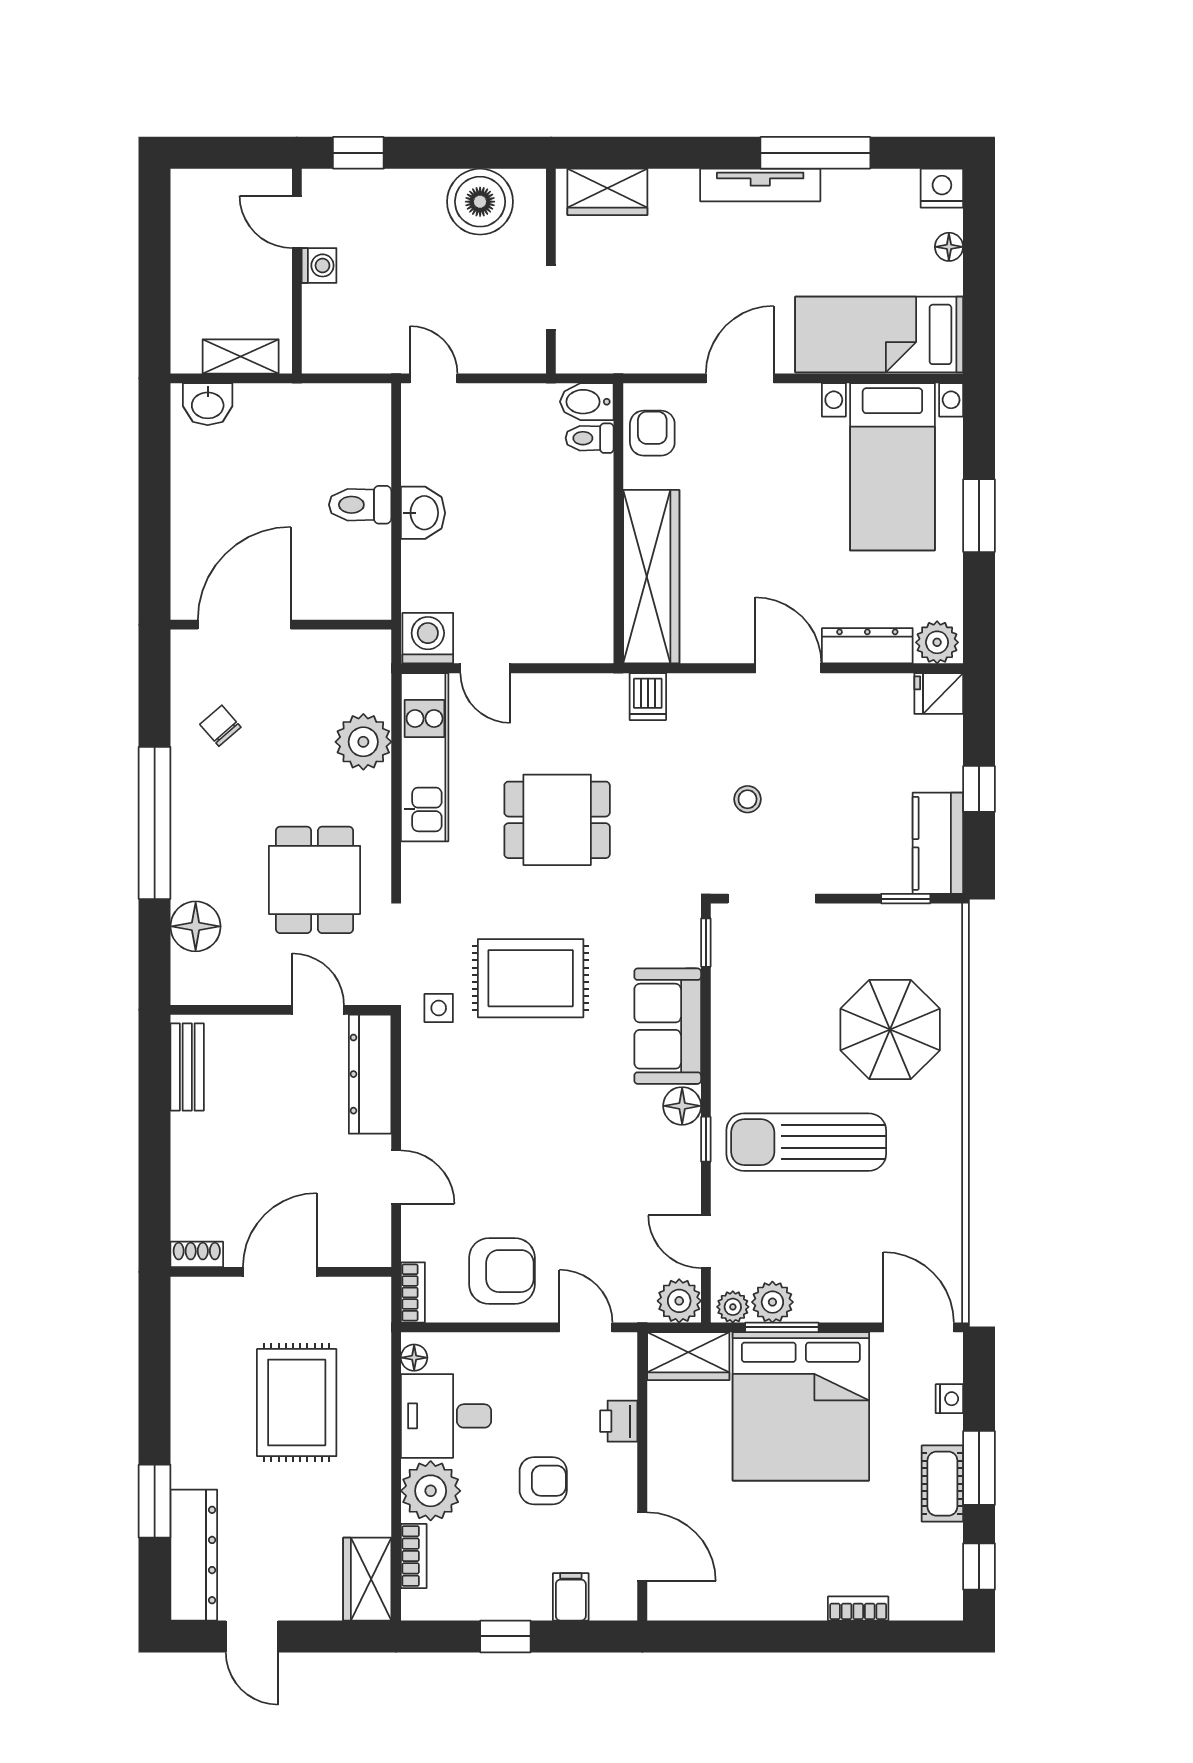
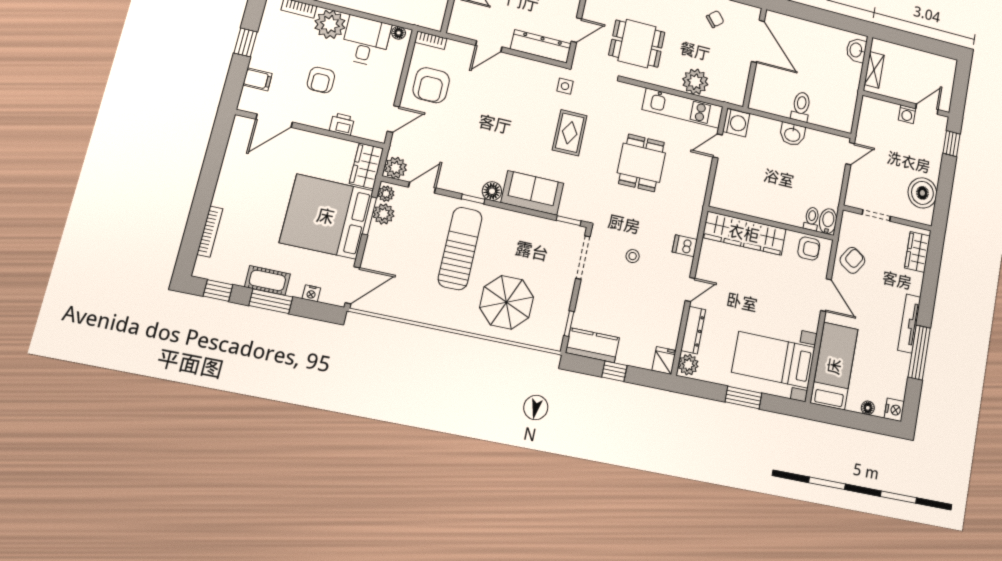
armchair: (656, 333) -> (852, 260), added
door: (788, 668) -> (690, 289), width x0.73
dishwasher: (648, 697) -> (685, 246), moved
rug: (531, 978) -> (570, 133), width x0.73, depth x0.70
bookcase: (858, 1608) -> (210, 232), width x1.56

